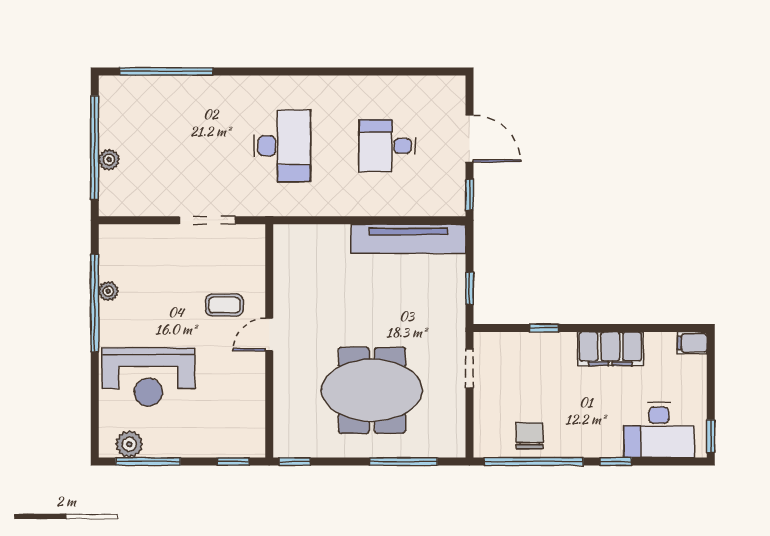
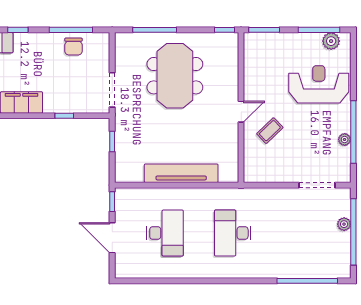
desk: (387, 146) -> (165, 233), width x1.37
doorway: (207, 220) -> (317, 185), moved
tv unit: (408, 239) -> (181, 173), moved
coffee table: (224, 305) -> (270, 131), turned -44
doorway: (469, 368) -> (112, 90), width x1.38
meeting table: (372, 390) -> (175, 76), turned 90
window: (233, 462) -> (264, 30), width x1.50
window: (534, 462) -> (71, 30), width x0.68

